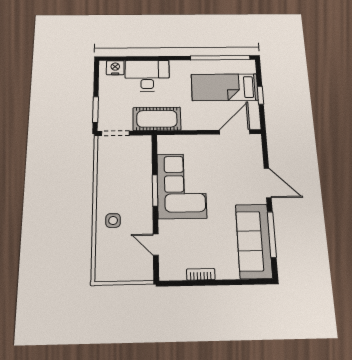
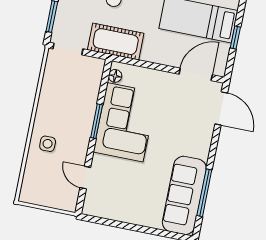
floor lamp: (163, 148) -> (115, 76), added
door: (268, 183) -> (221, 108), moved
bookcase: (201, 274) -> (123, 217), removed

